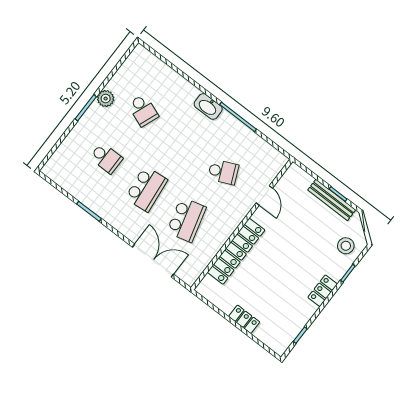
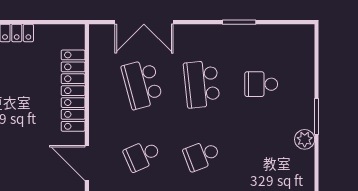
school desk: (143, 110) -> (202, 155), moved, turned -42
door: (264, 195) -> (87, 163), width x1.38

